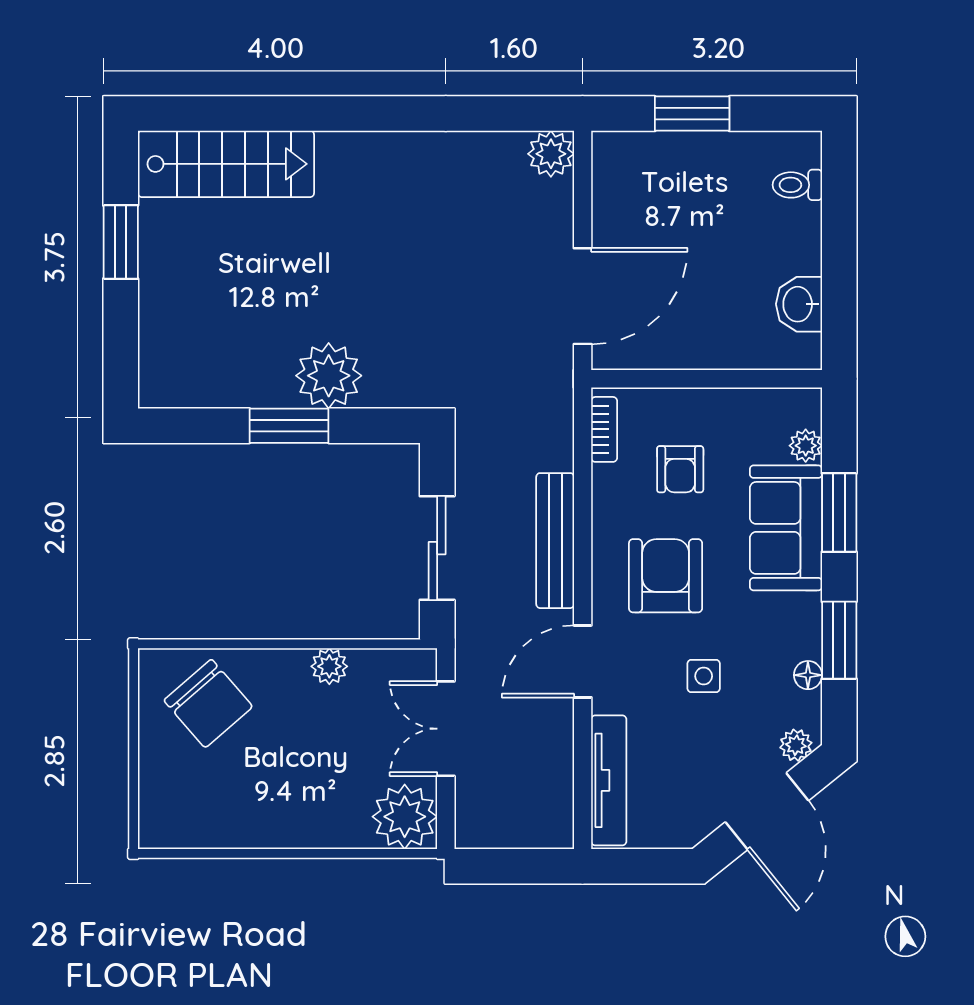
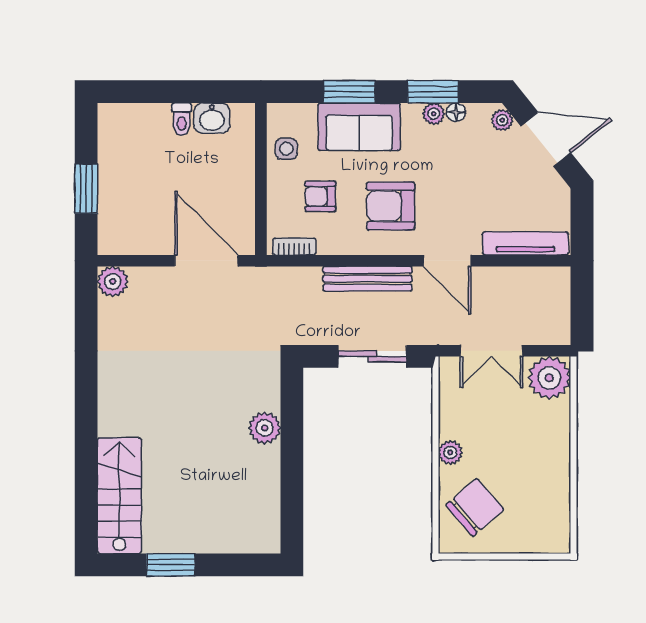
toilet: (797, 185) -> (182, 119), moved
plant: (329, 376) -> (265, 428), width x0.73, depth x0.73
window: (289, 426) -> (292, 454), removed
plant: (806, 446) -> (434, 114), moved
armchair: (680, 469) -> (320, 196), turned 180
plant: (329, 666) -> (450, 452), moved
side table: (704, 676) -> (286, 149), moved

